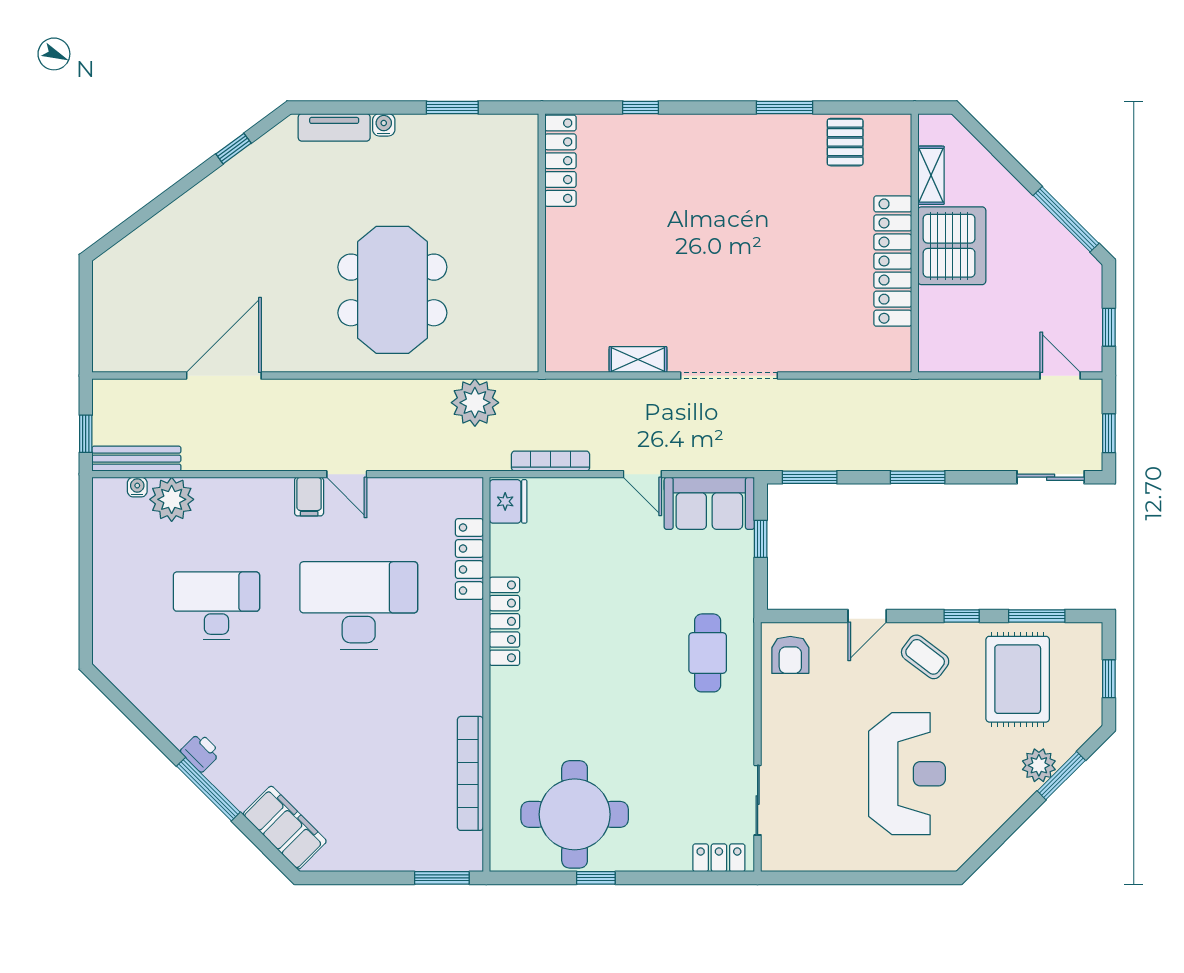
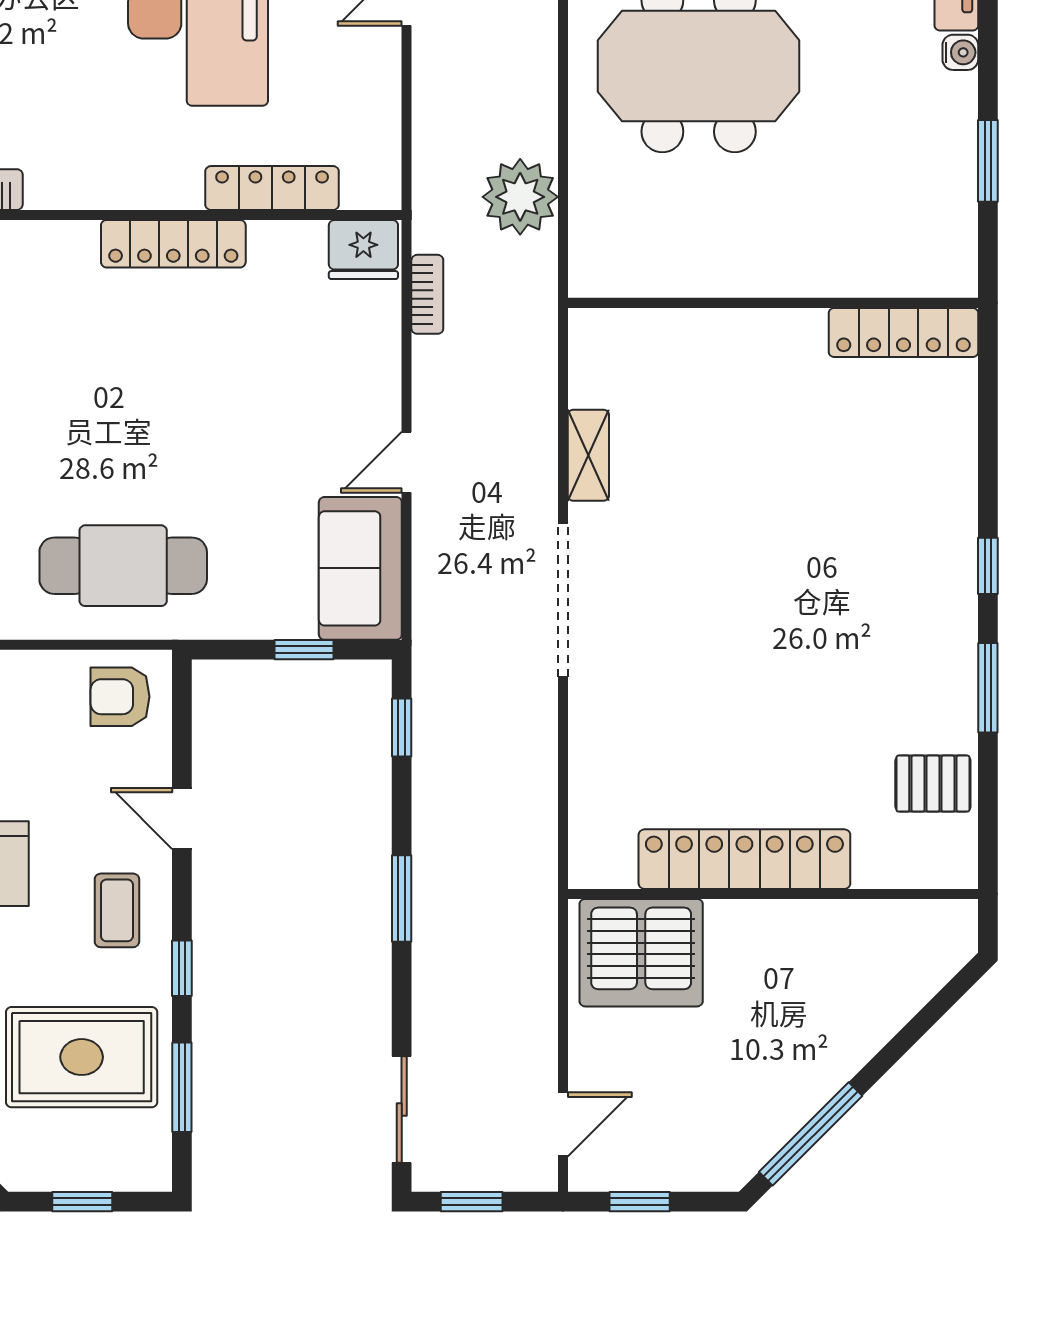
window: (640, 107) -> (988, 566), moved
shelving: (931, 175) -> (880, 920), removed
server rack: (952, 246) -> (641, 953), moved
bookcase: (551, 461) -> (427, 294), width x0.64
window: (810, 477) -> (402, 727), width x0.67
cafe table: (708, 653) -> (123, 566), width x1.37, depth x1.35
coffee table: (925, 657) -> (117, 910), turned -37

